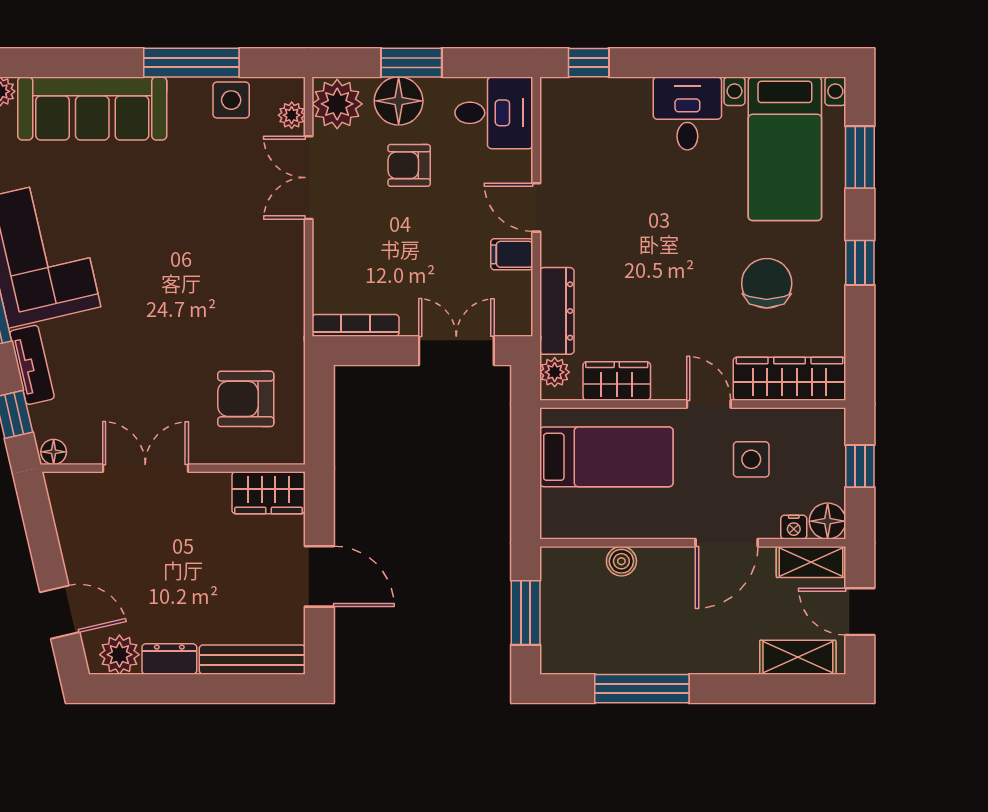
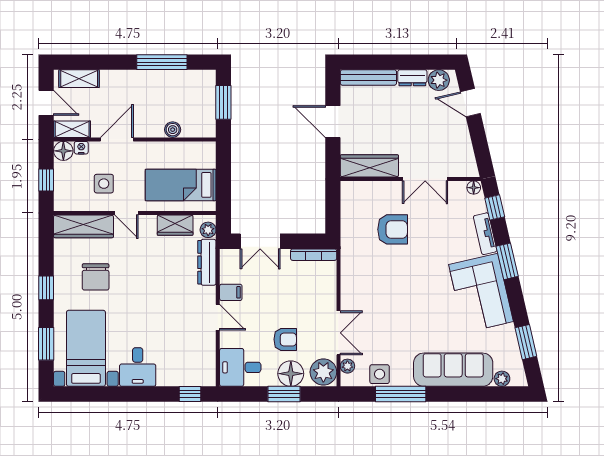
armchair: (246, 399) -> (393, 229), moved
wardrobe: (269, 493) -> (369, 166), width x1.50

